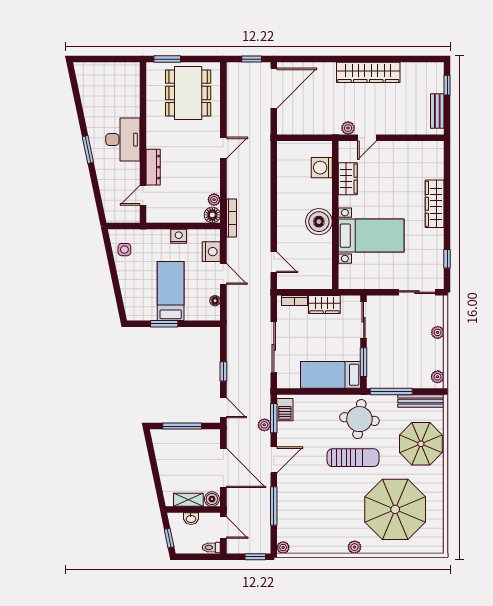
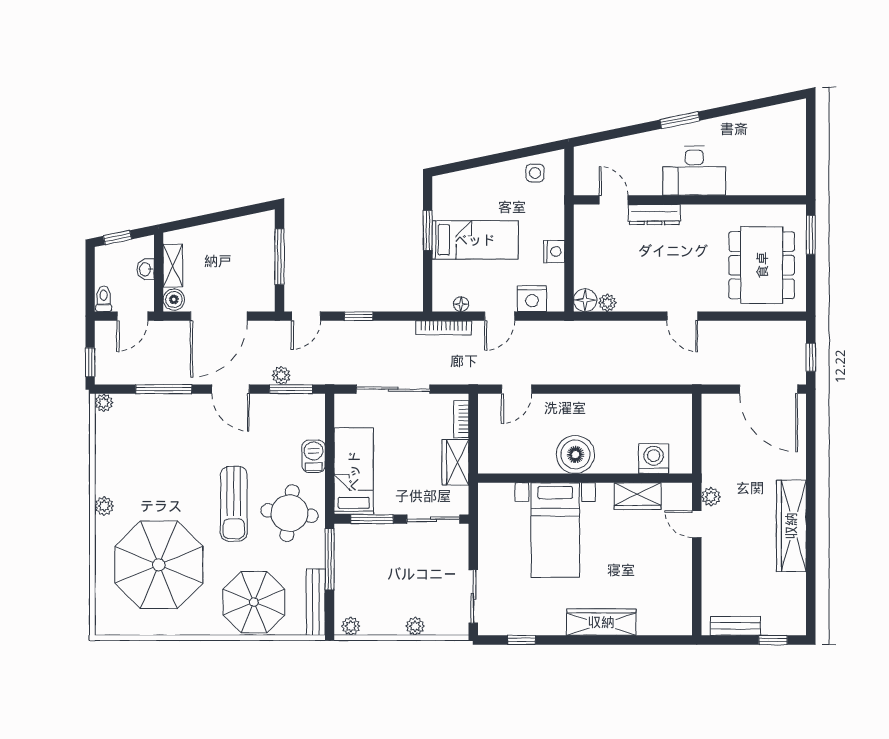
dining table: (188, 93) -> (762, 265), turned 90
bookcase: (231, 218) -> (444, 328), moved
barbecue: (285, 410) -> (314, 456), moved, turned 90

